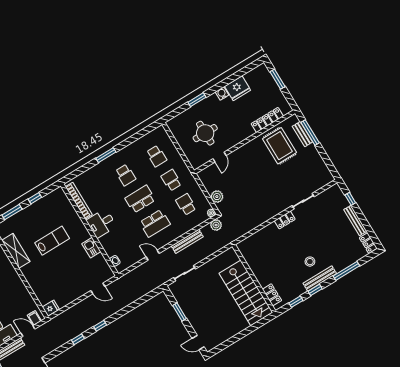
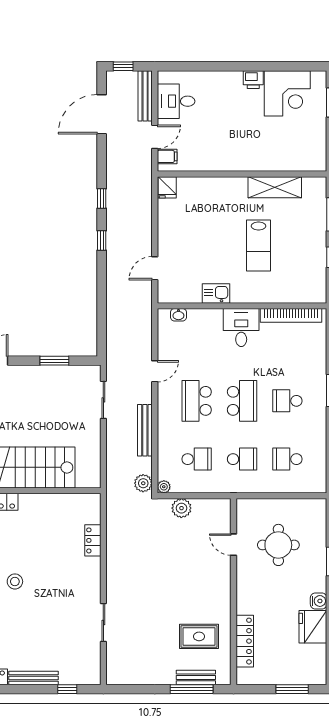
rug: (280, 146) -> (199, 636), width x0.73, depth x0.70
locker: (285, 220) -> (93, 540), moved

